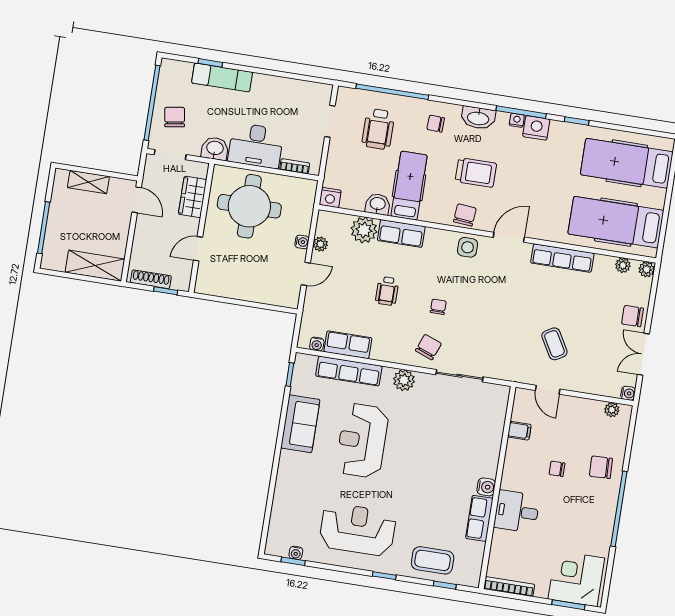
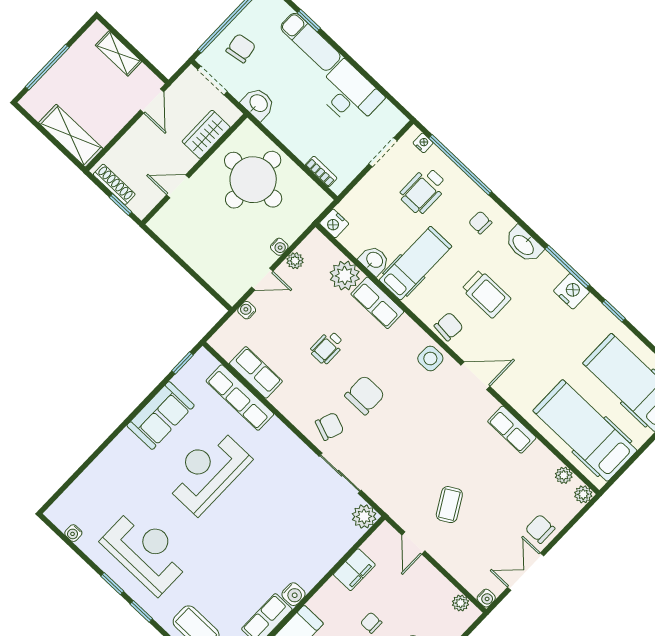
nightstand: (517, 120) -> (423, 143), moved
desk: (256, 146) -> (349, 94), moved, turned 180
row of seats: (562, 258) -> (512, 430), width x0.68
chair: (438, 307) -> (365, 395), width x1.87, depth x1.87
water cooler: (317, 344) -> (247, 310), moved, turned 90
plant: (404, 380) -> (364, 516), moved
filing cabinet: (519, 431) -> (354, 570), width x2.00
window: (293, 561) -> (112, 584), moved

